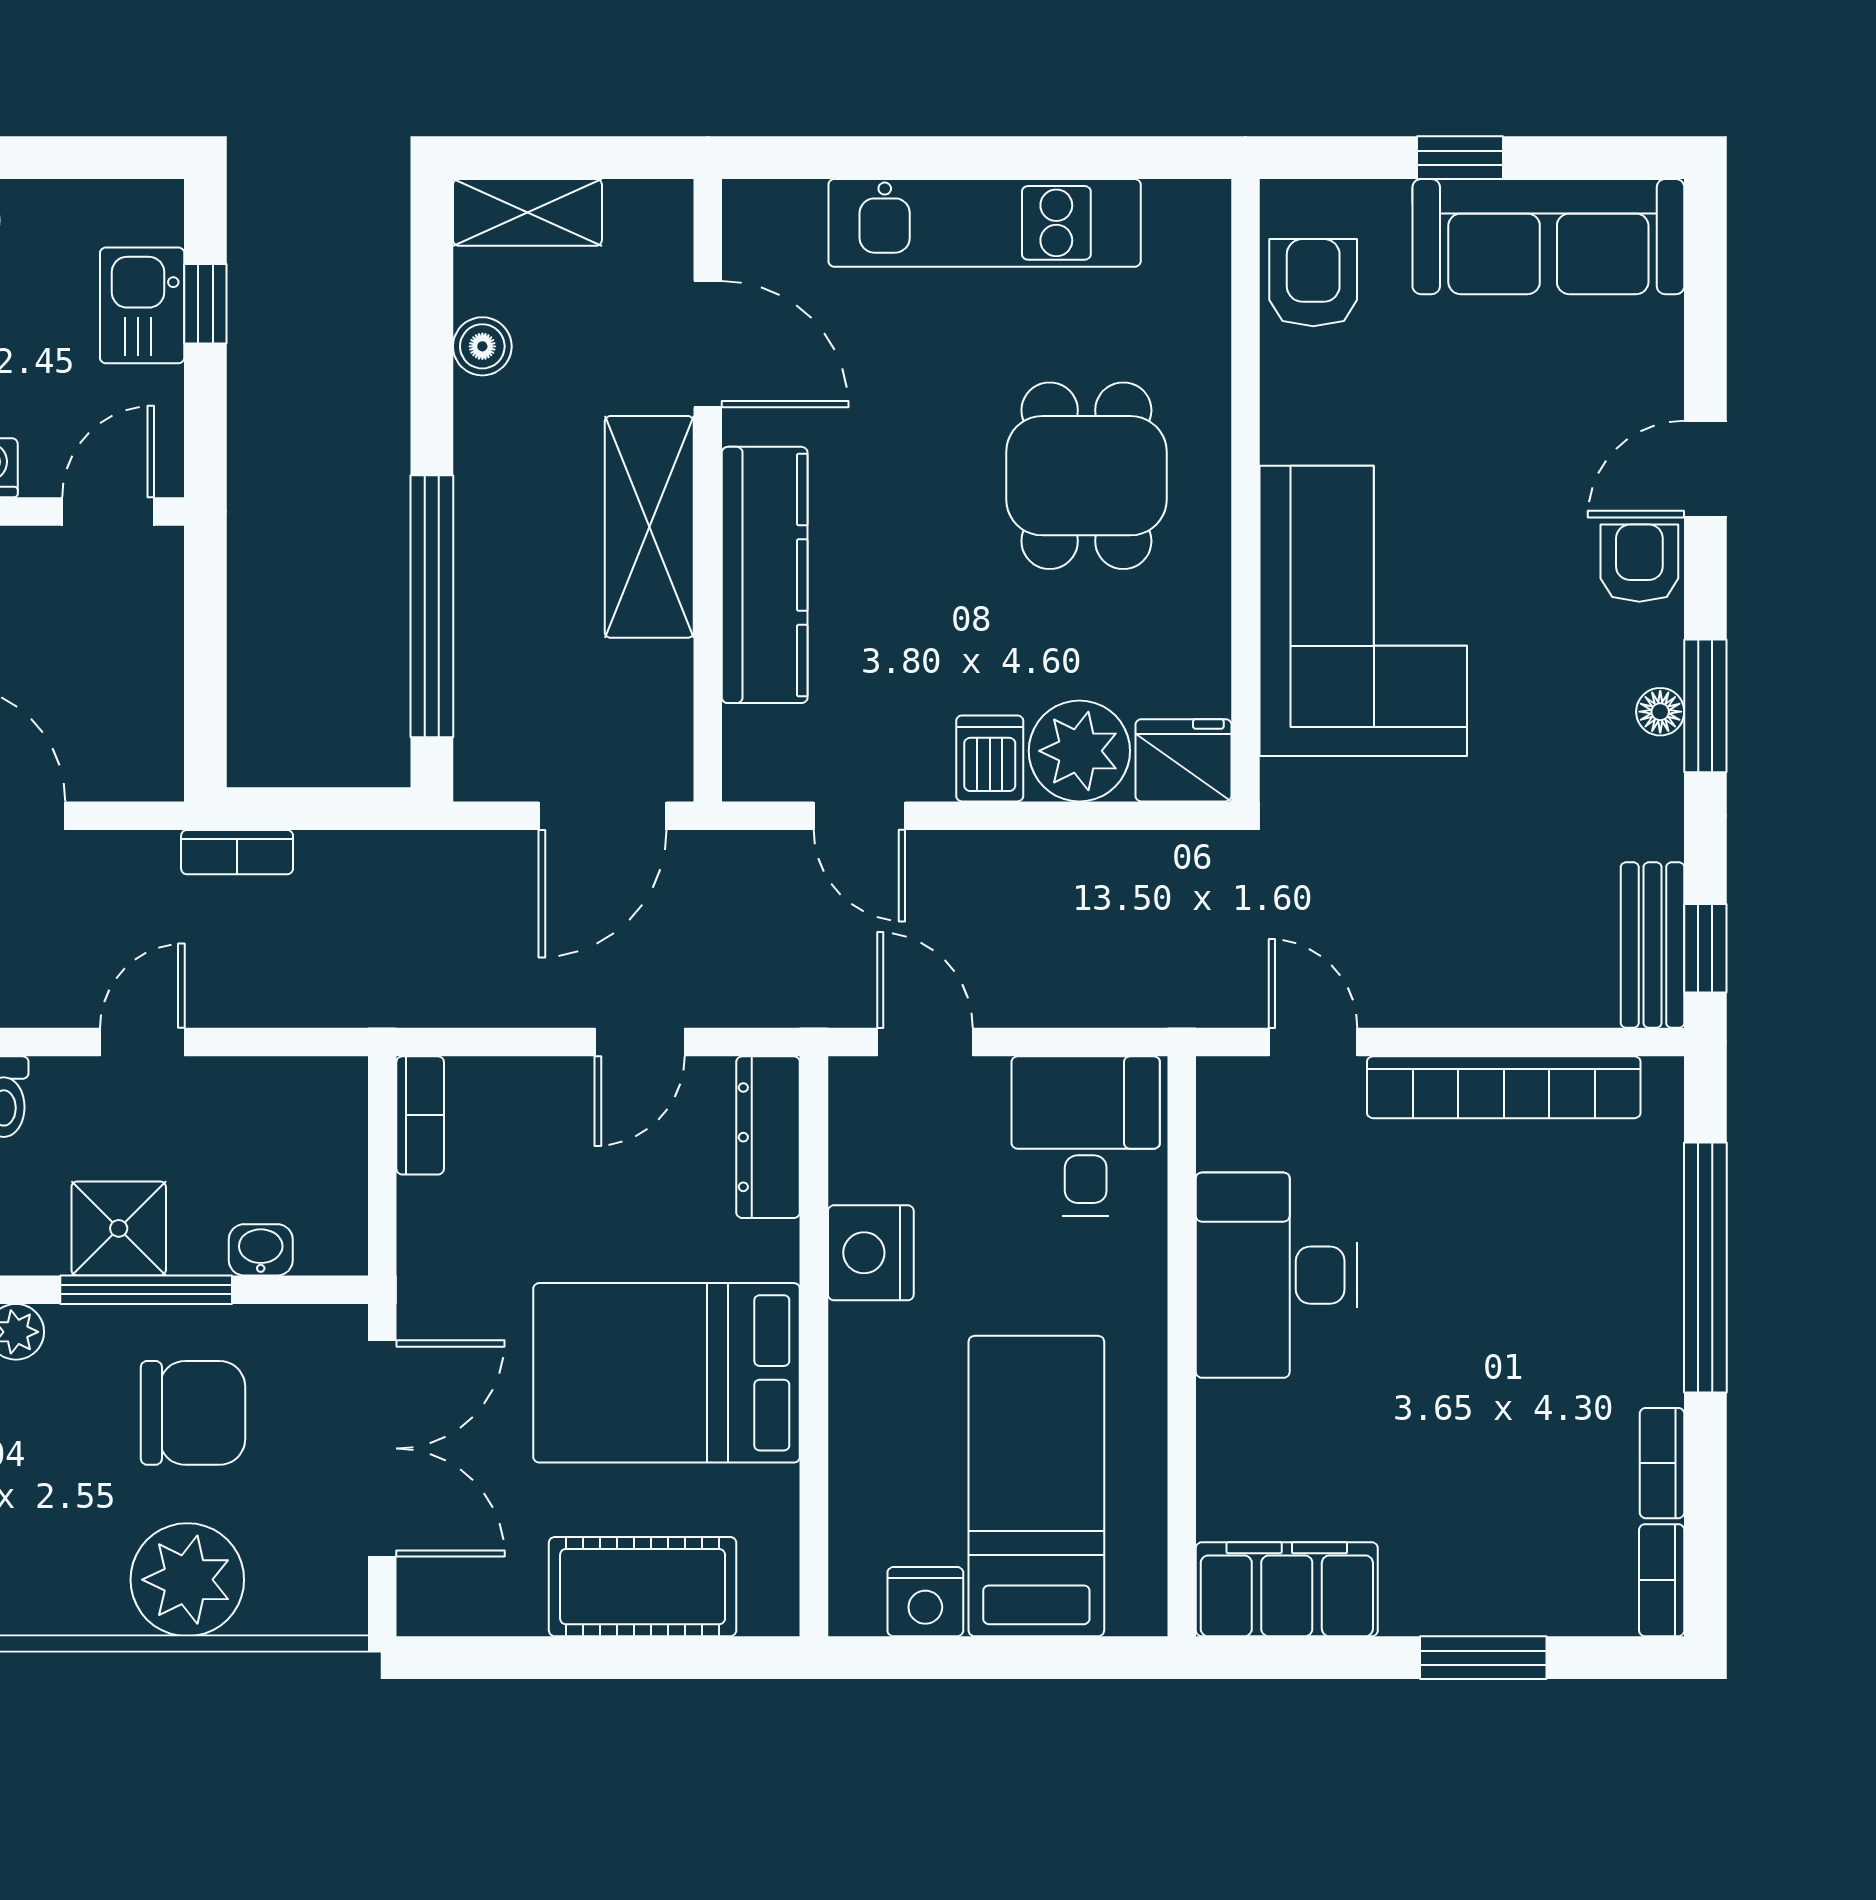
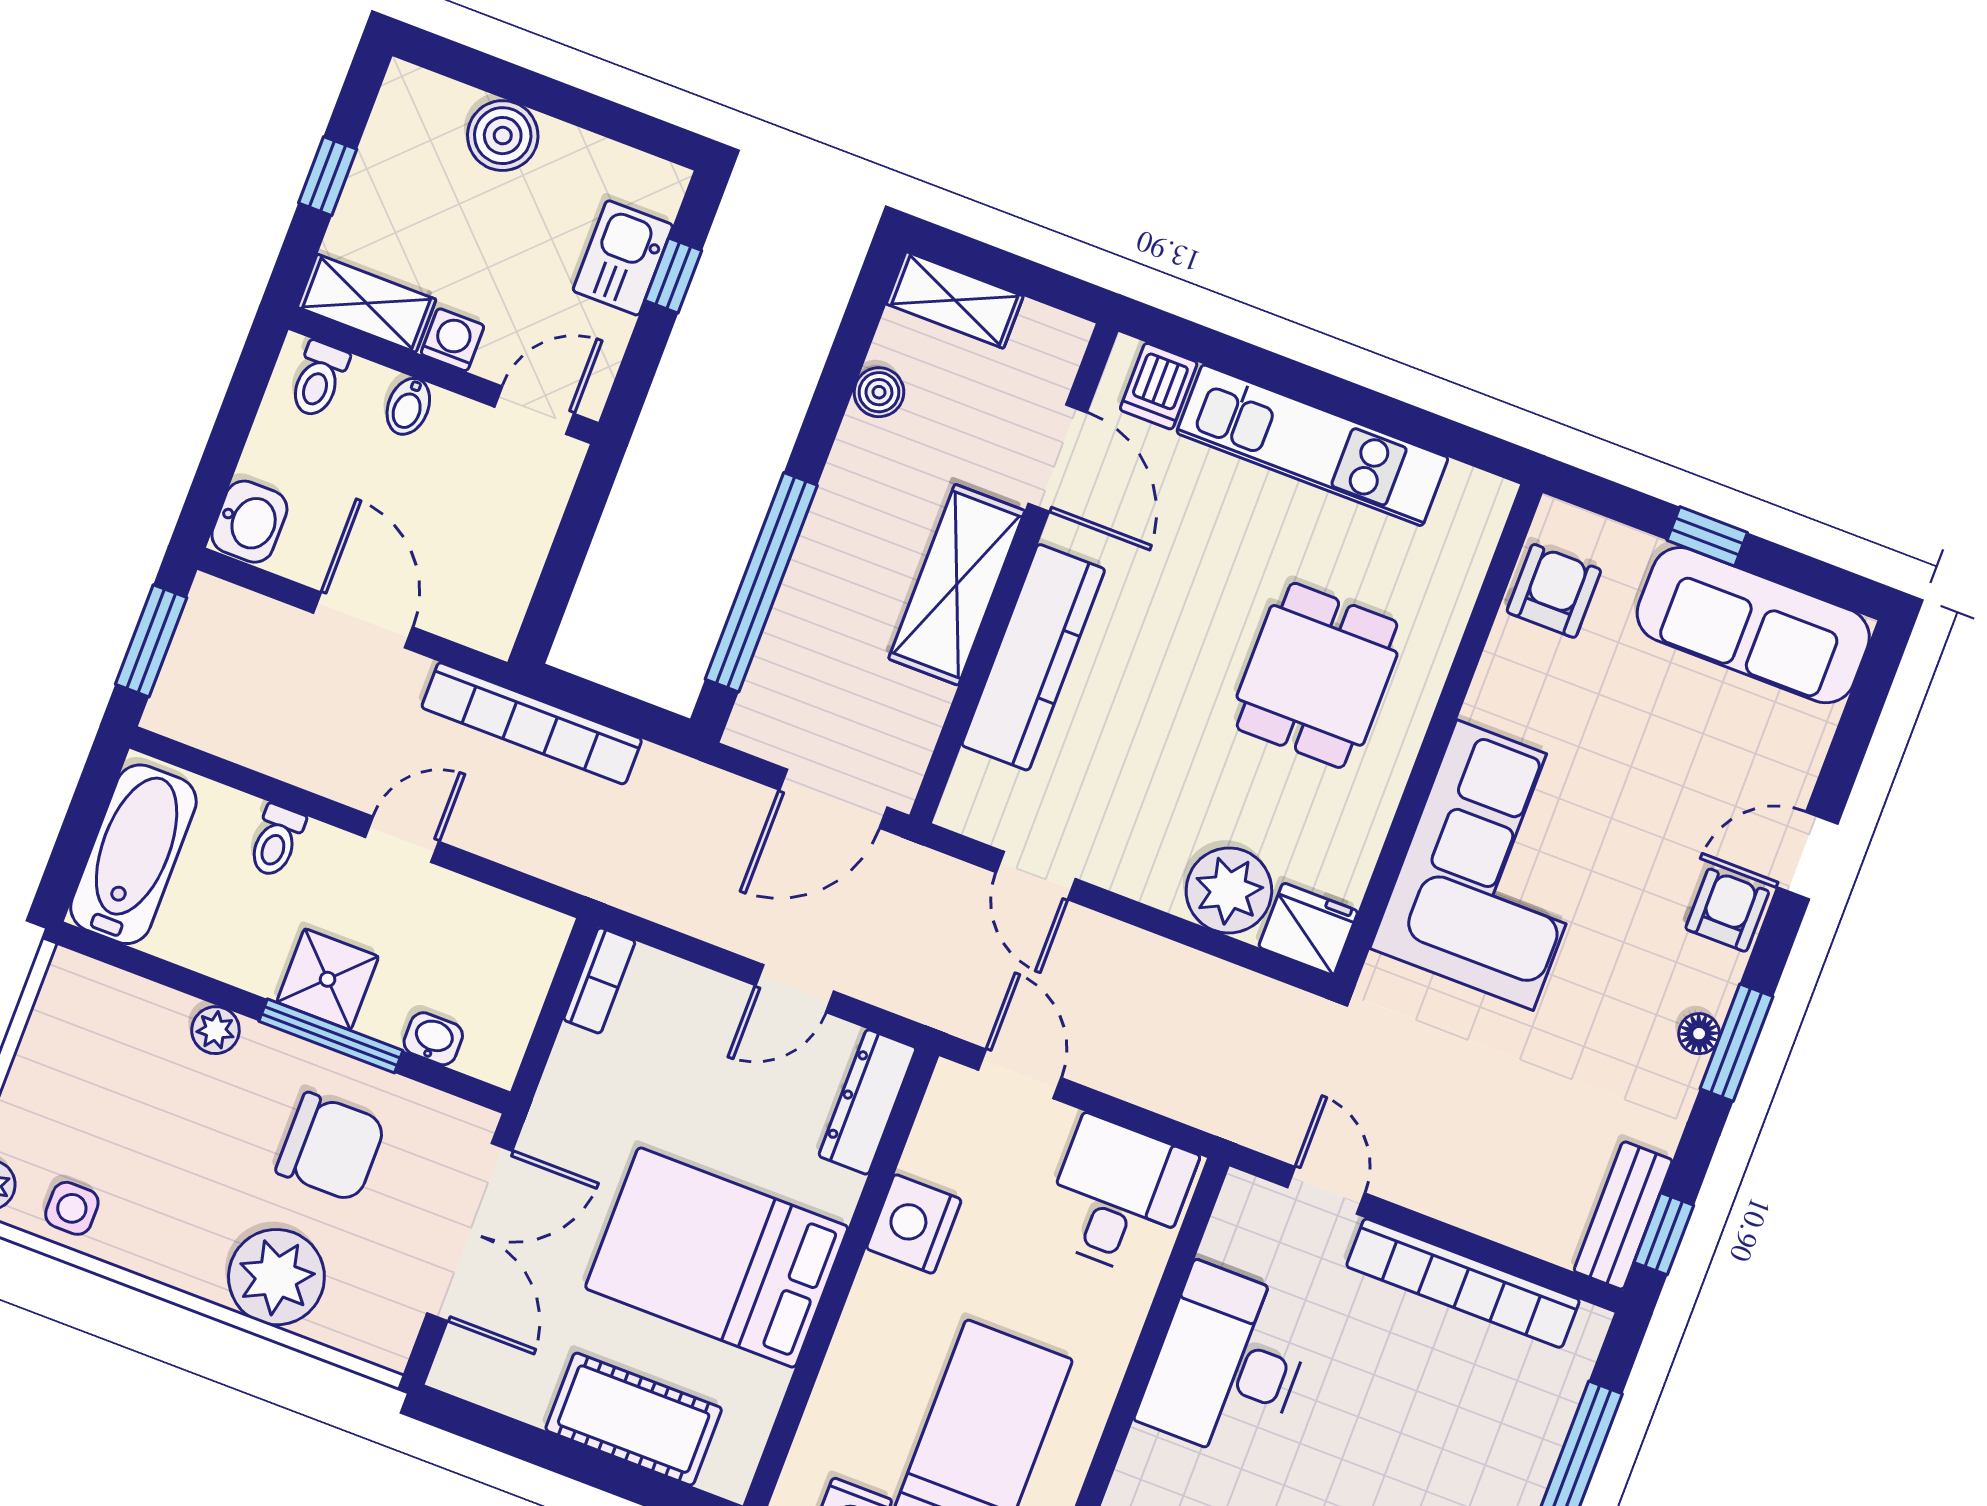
dishwasher: (990, 758) -> (1159, 386), moved, turned 180
bookcase: (237, 852) -> (532, 723), width x2.31, depth x1.31

